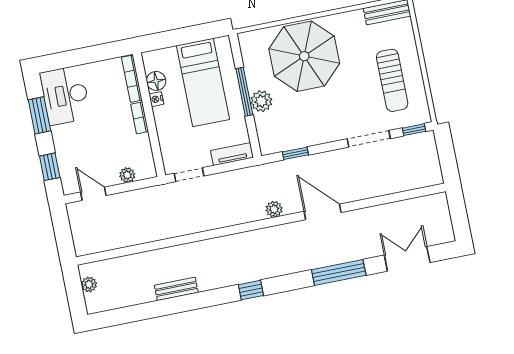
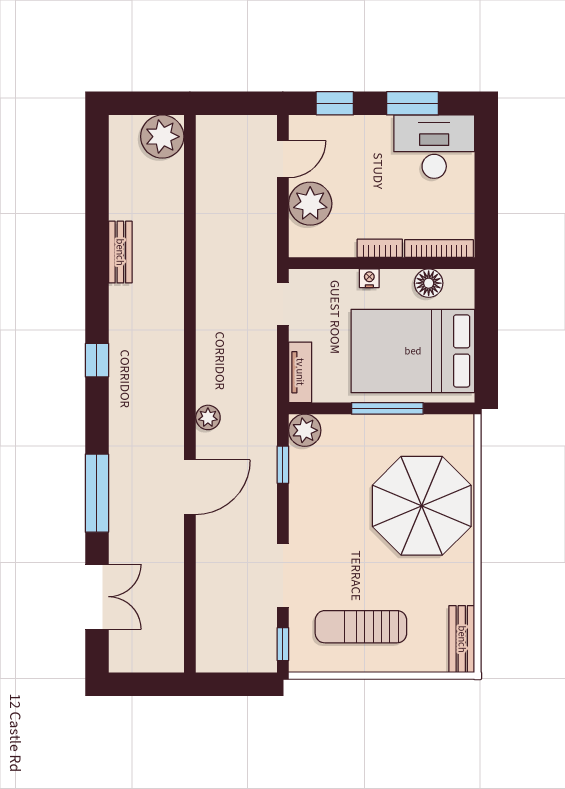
bed: (203, 82) -> (413, 351), width x1.50
nightstand: (156, 99) -> (369, 278), moved
plant: (261, 101) -> (305, 430), moved
plant: (127, 175) -> (310, 204), width x1.88, depth x1.88
plant: (89, 284) -> (162, 137), width x1.87, depth x1.87

